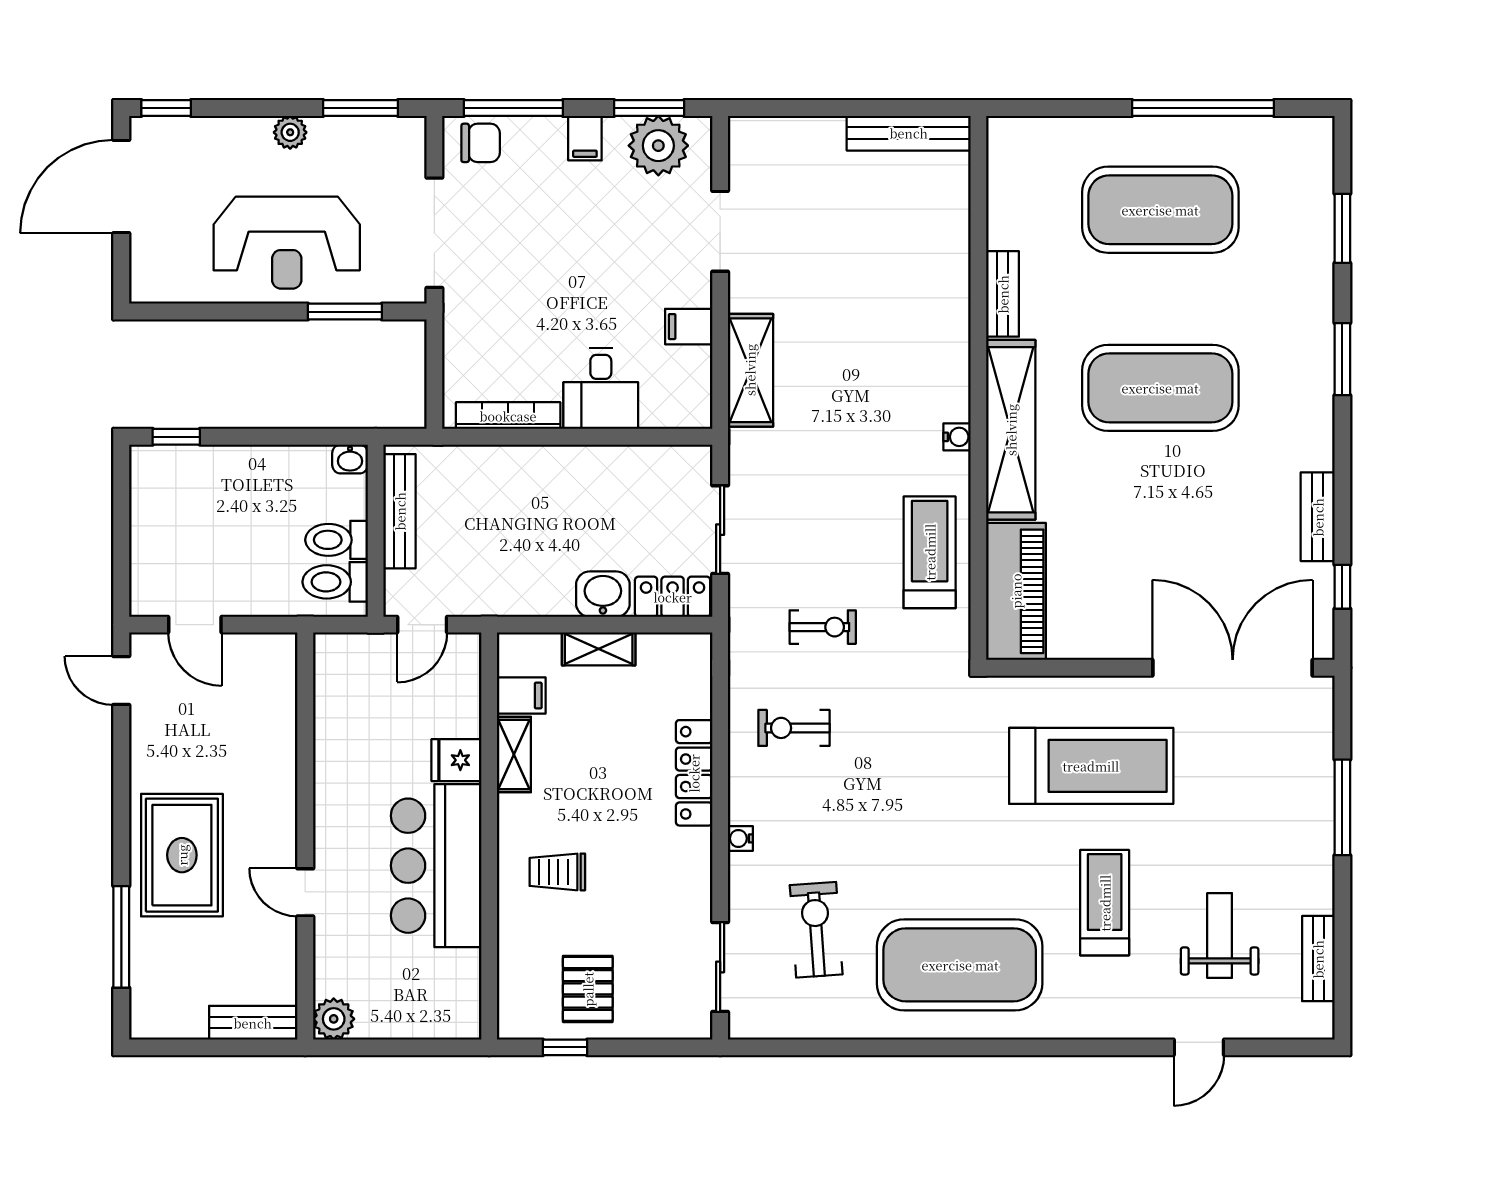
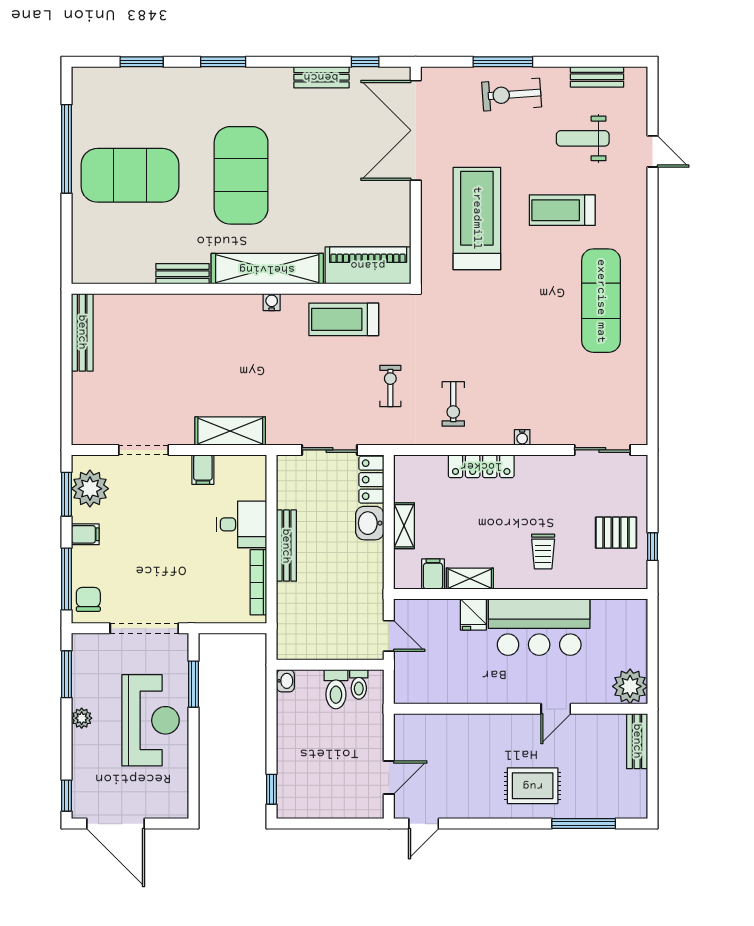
exercise mat: (1160, 210) -> (130, 175), turned 90
bench: (400, 511) -> (286, 546), moved, turned 90
toilet: (335, 582) -> (359, 684), width x0.73, depth x0.72
rug: (182, 855) -> (533, 786), width x0.73, depth x0.70
exercise bike: (816, 930) -> (512, 95), moved
exercise mat: (960, 965) -> (601, 301), width x0.68
plant: (334, 1019) -> (630, 686), width x1.36, depth x1.36

